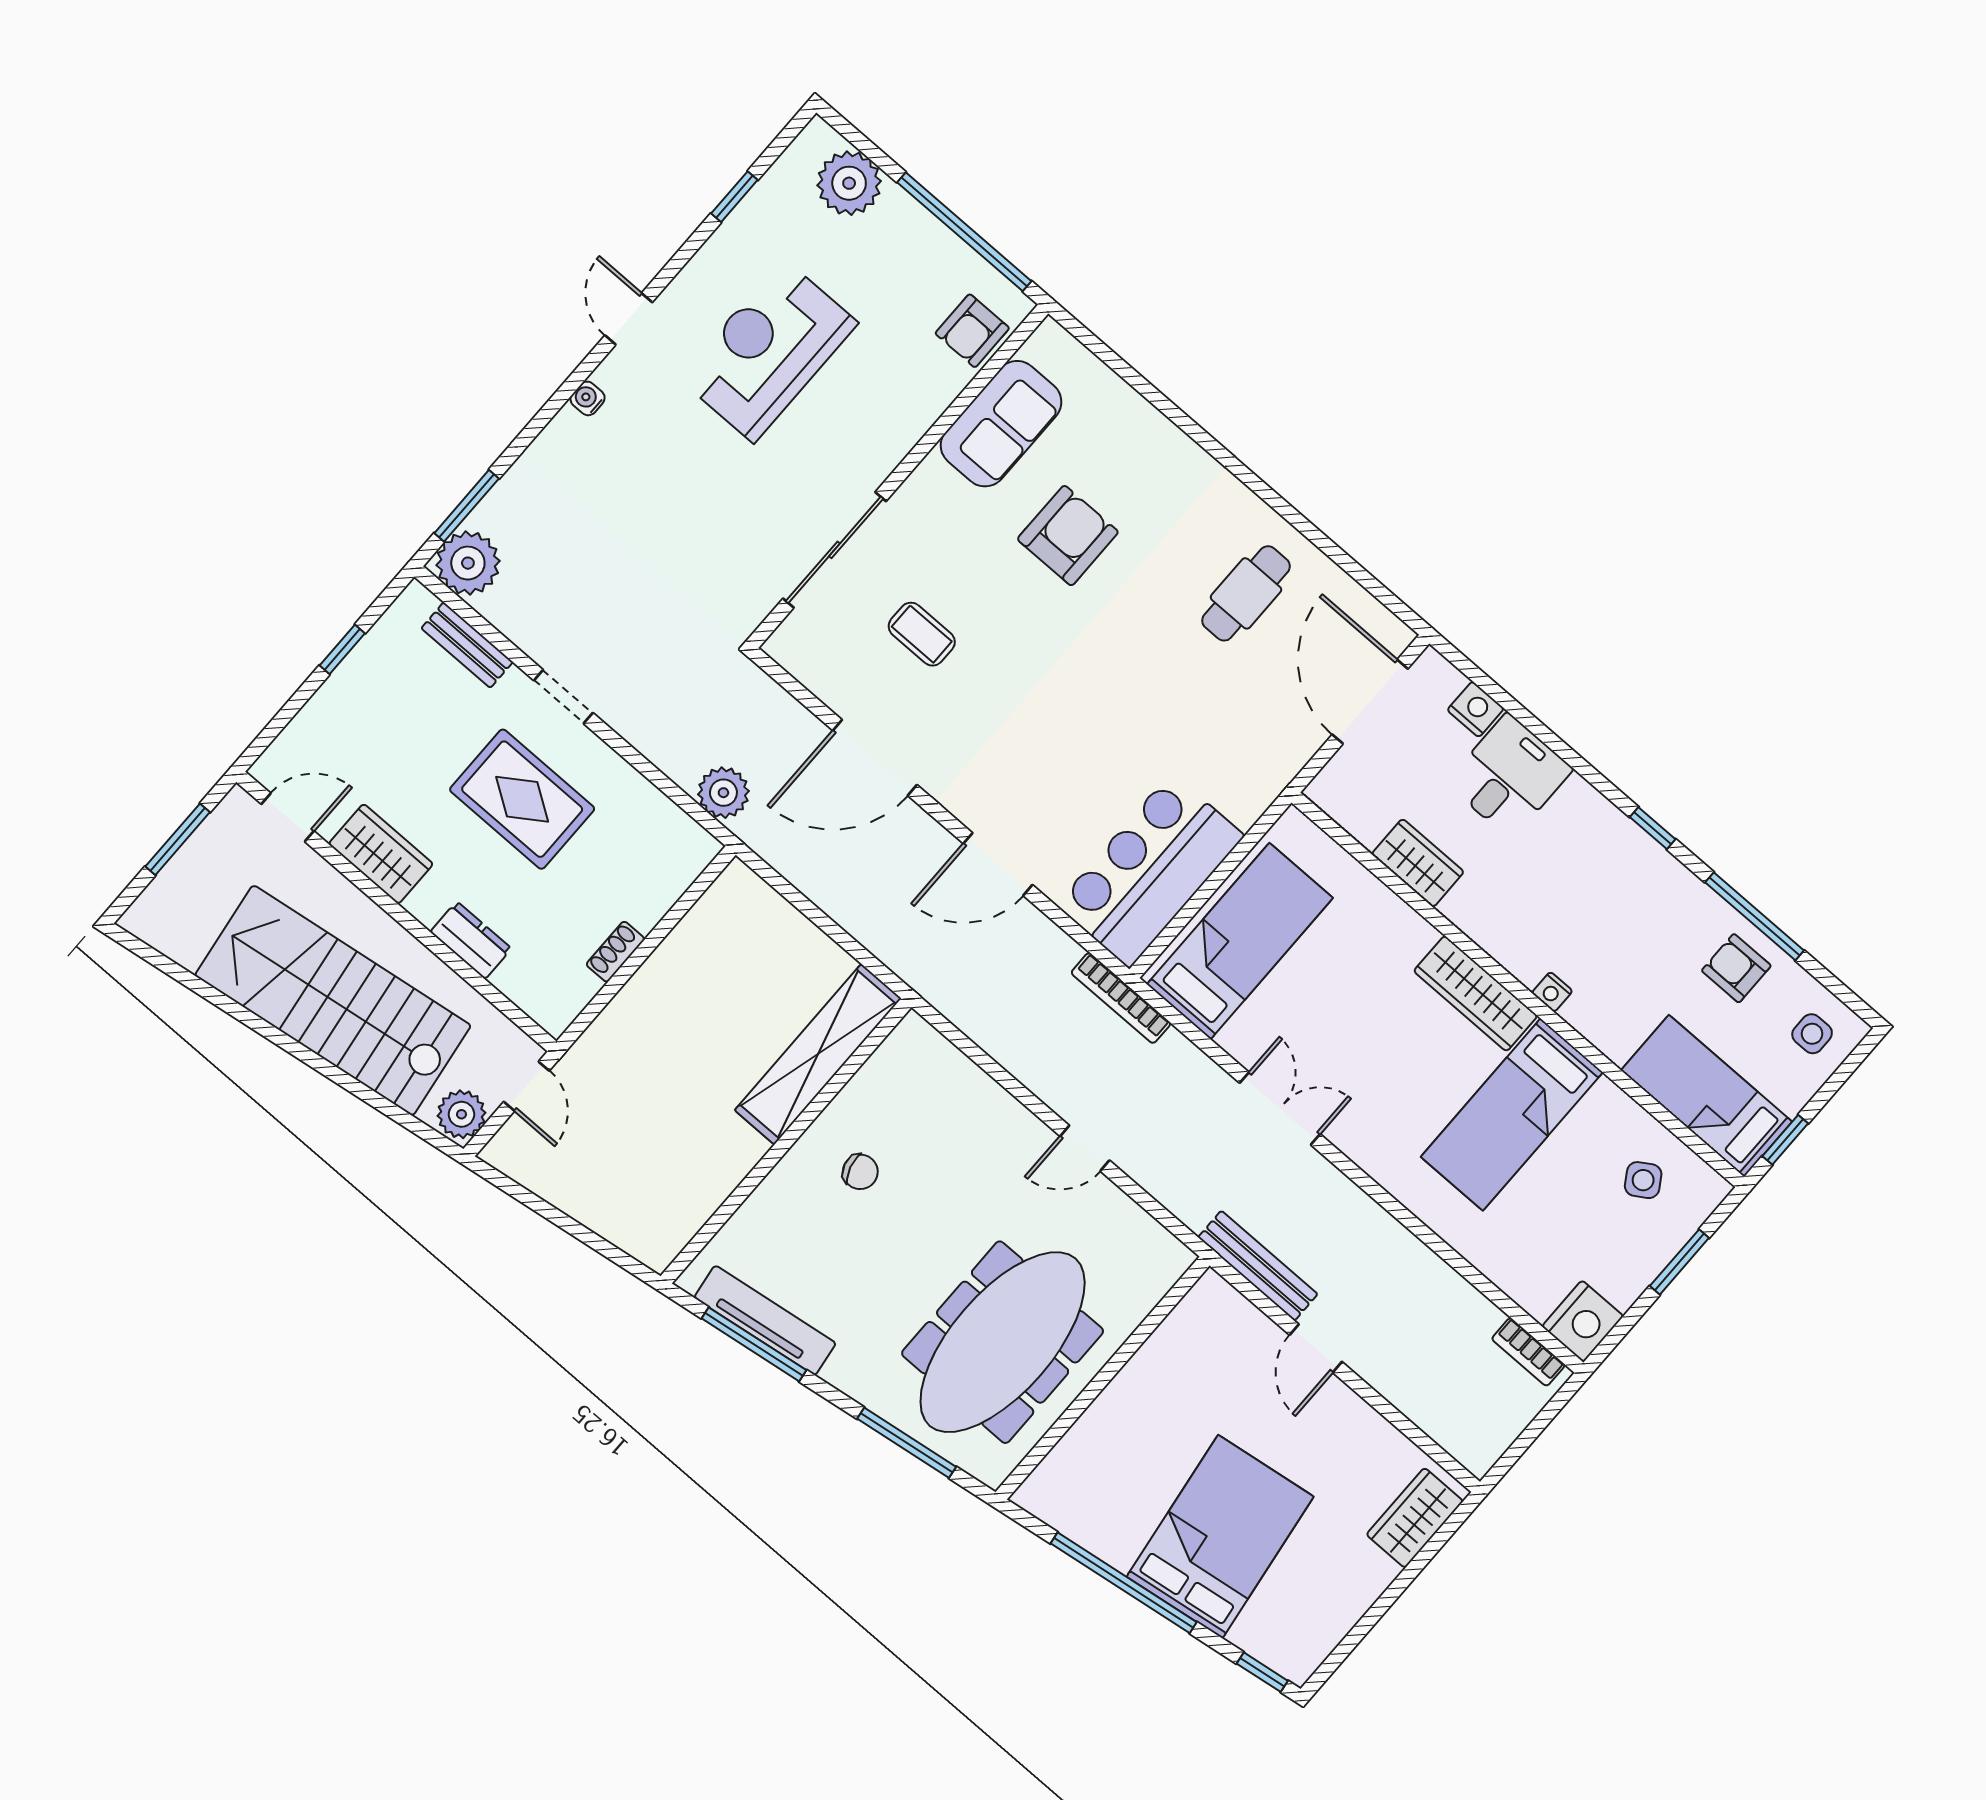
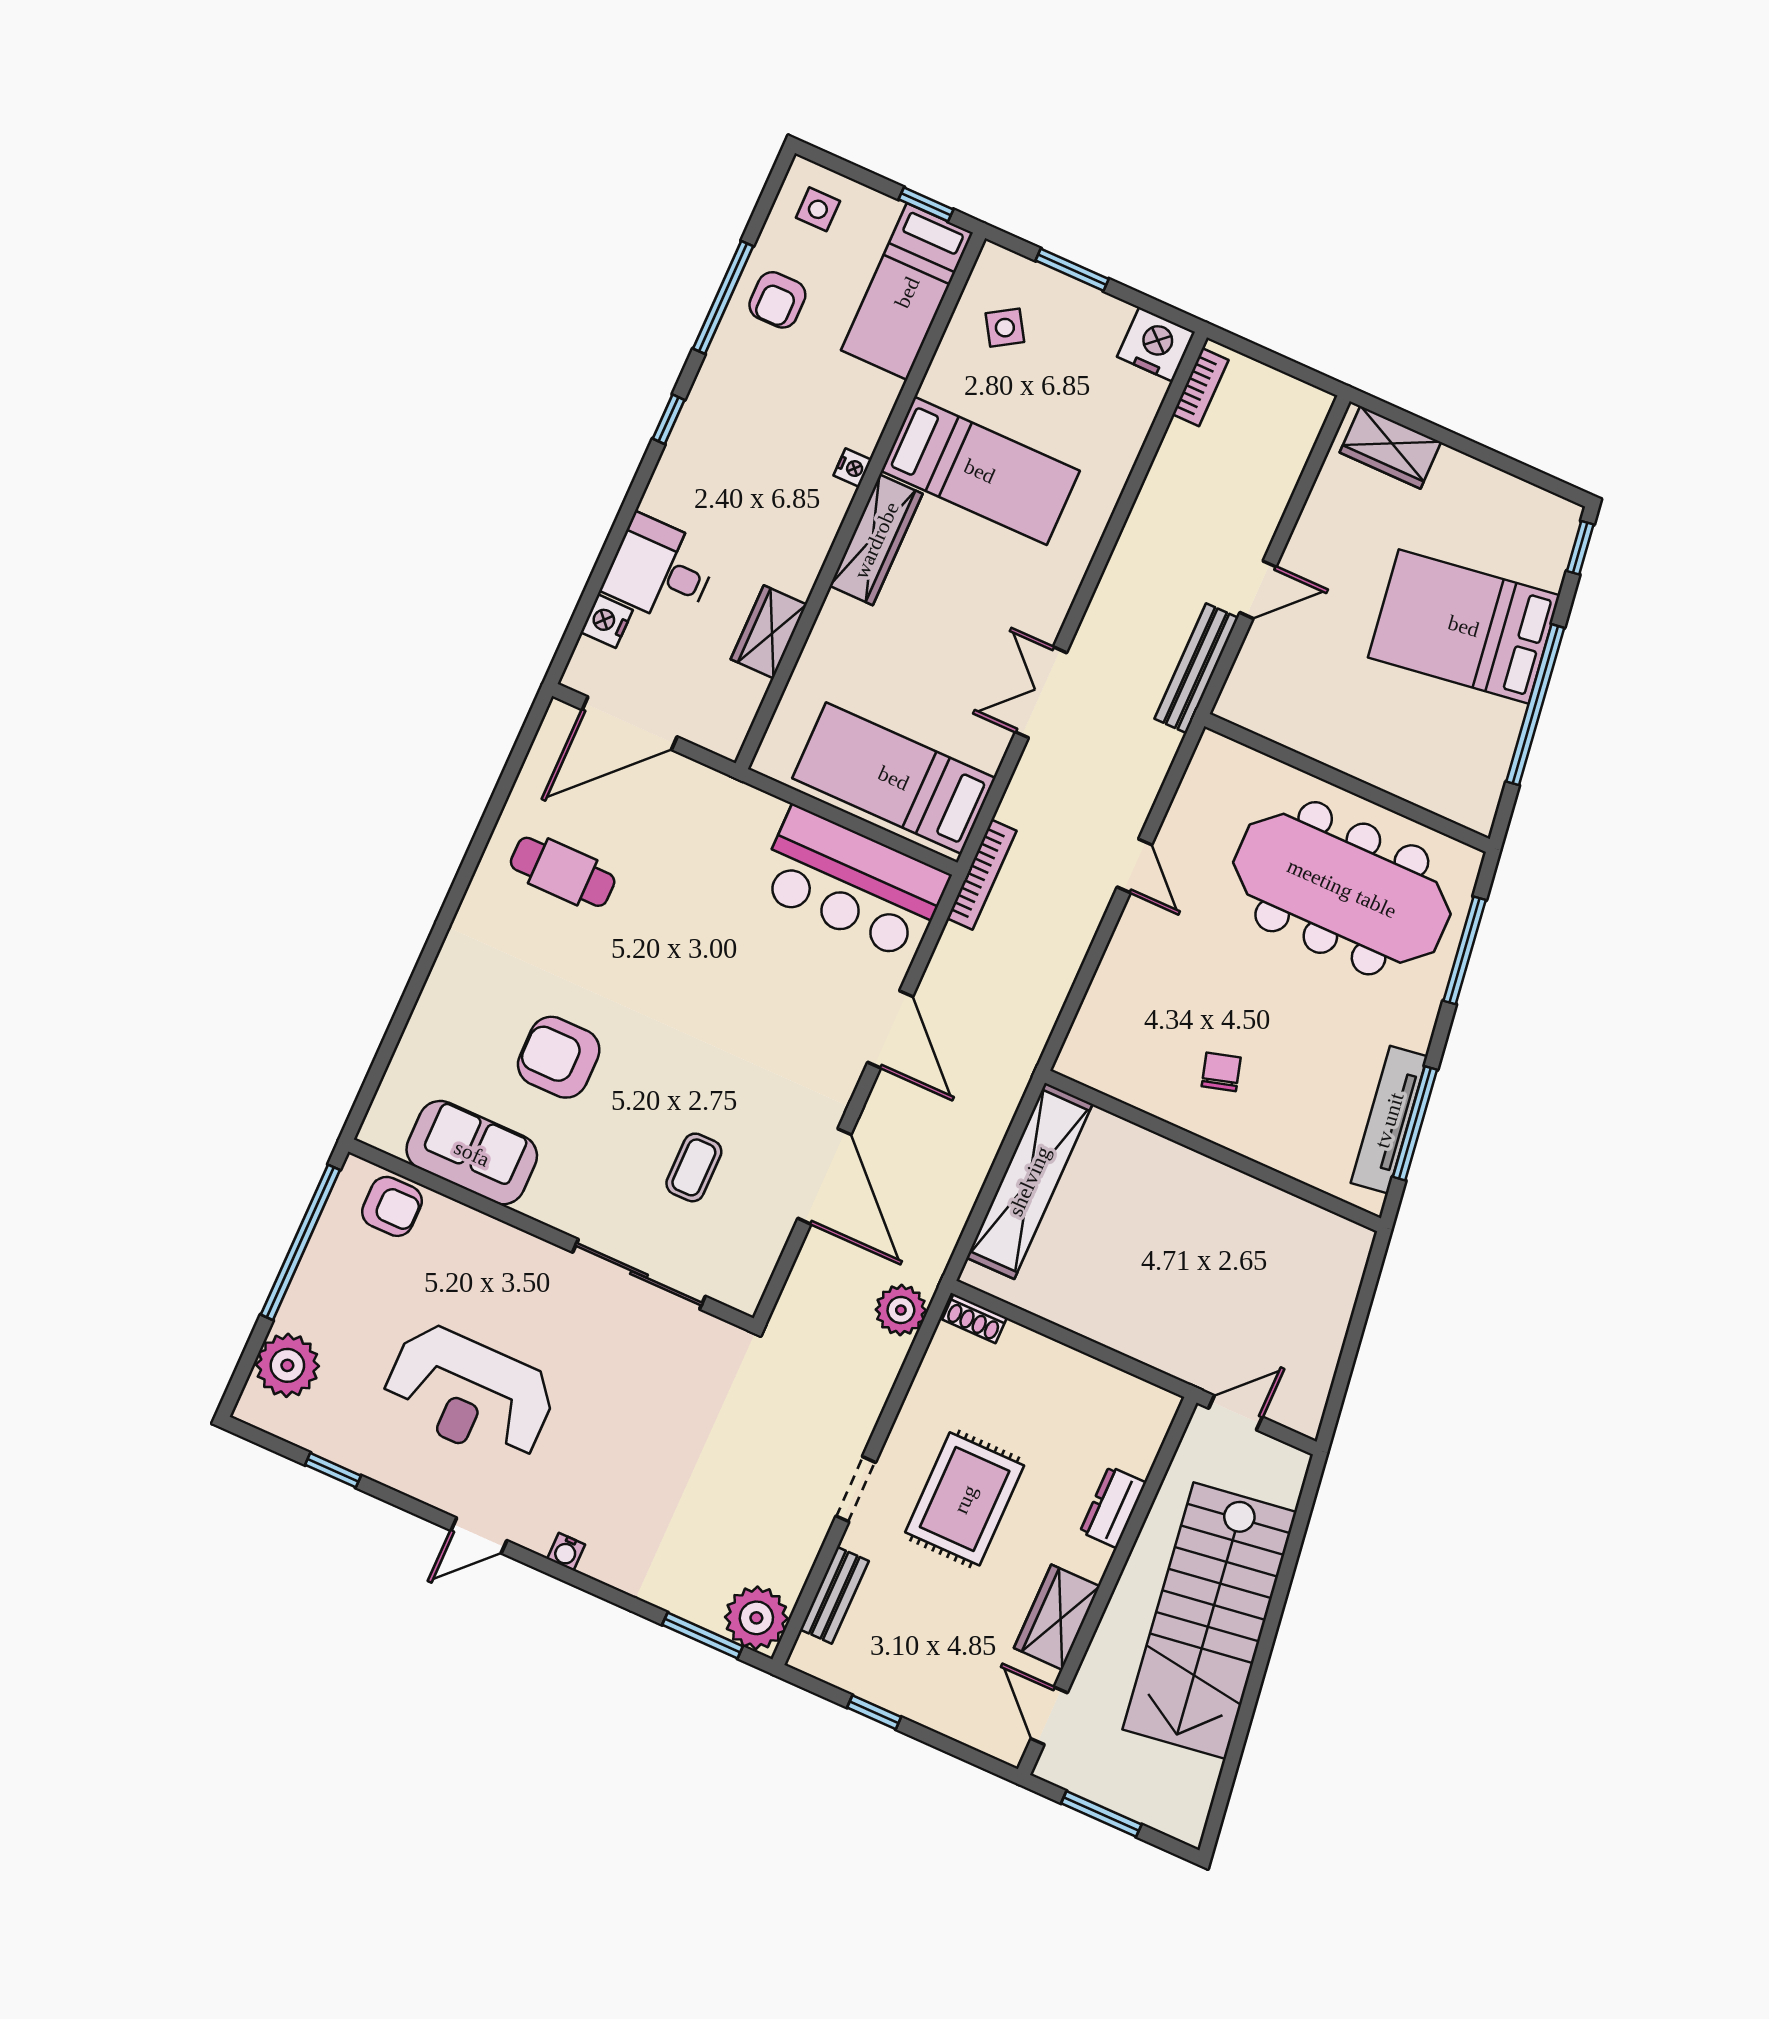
shoe rack: (615, 952) -> (974, 1319), moved
shelving: (818, 1054) -> (1029, 1181), moved, turned 90
plant: (461, 1114) -> (1281, 1466), removed

